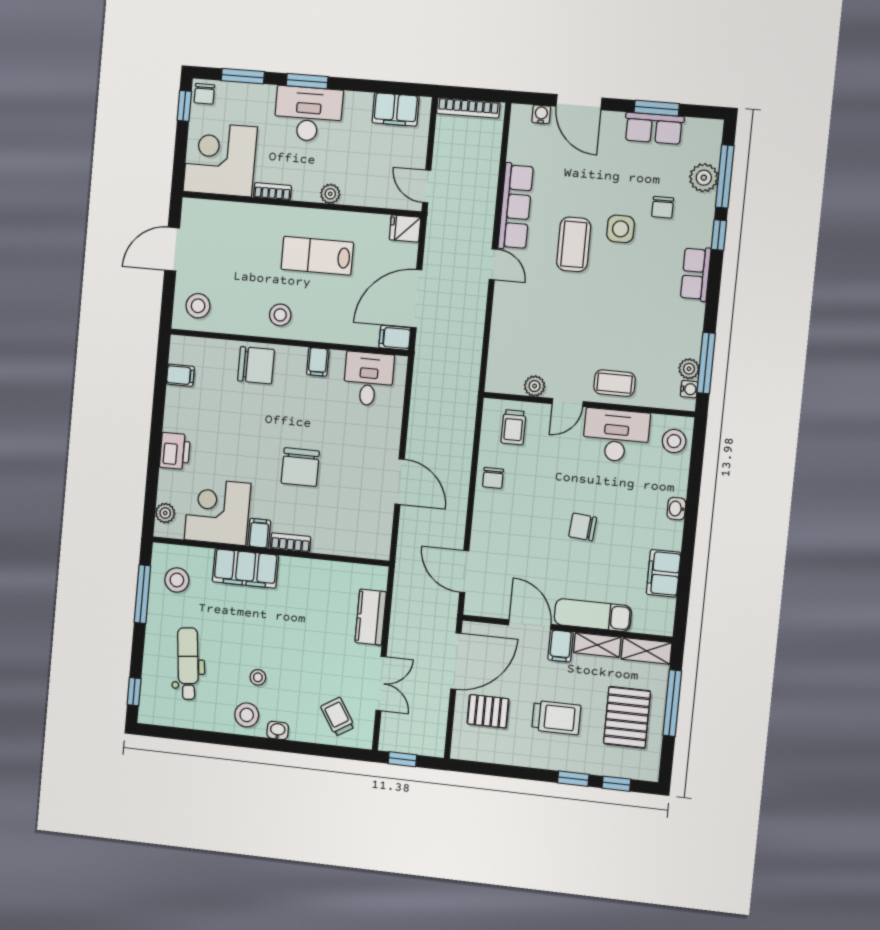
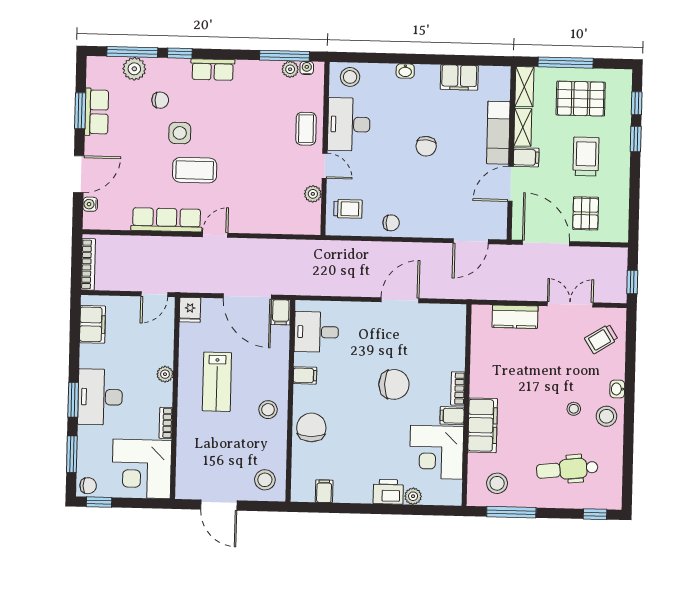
plant: (165, 513) -> (413, 496), moved

